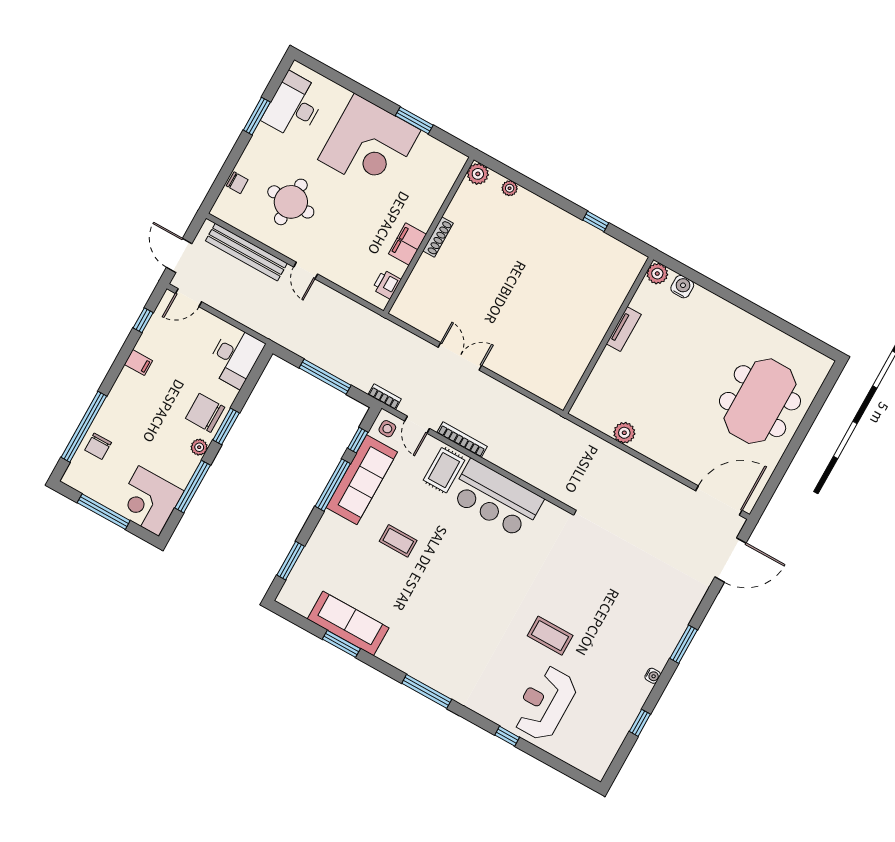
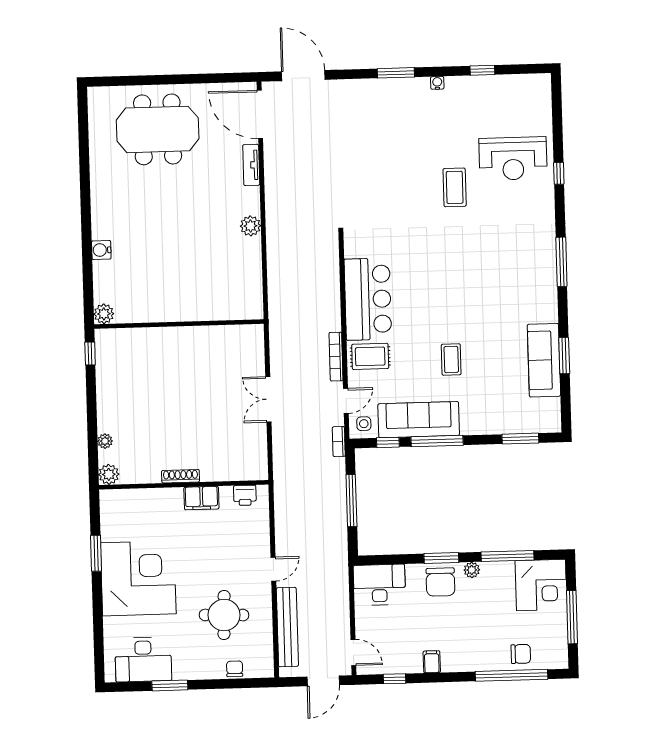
plant: (657, 274) -> (104, 314), moved
tv unit: (624, 329) -> (251, 165), moved, turned -90
wall: (608, 335) -> (179, 324), moved

